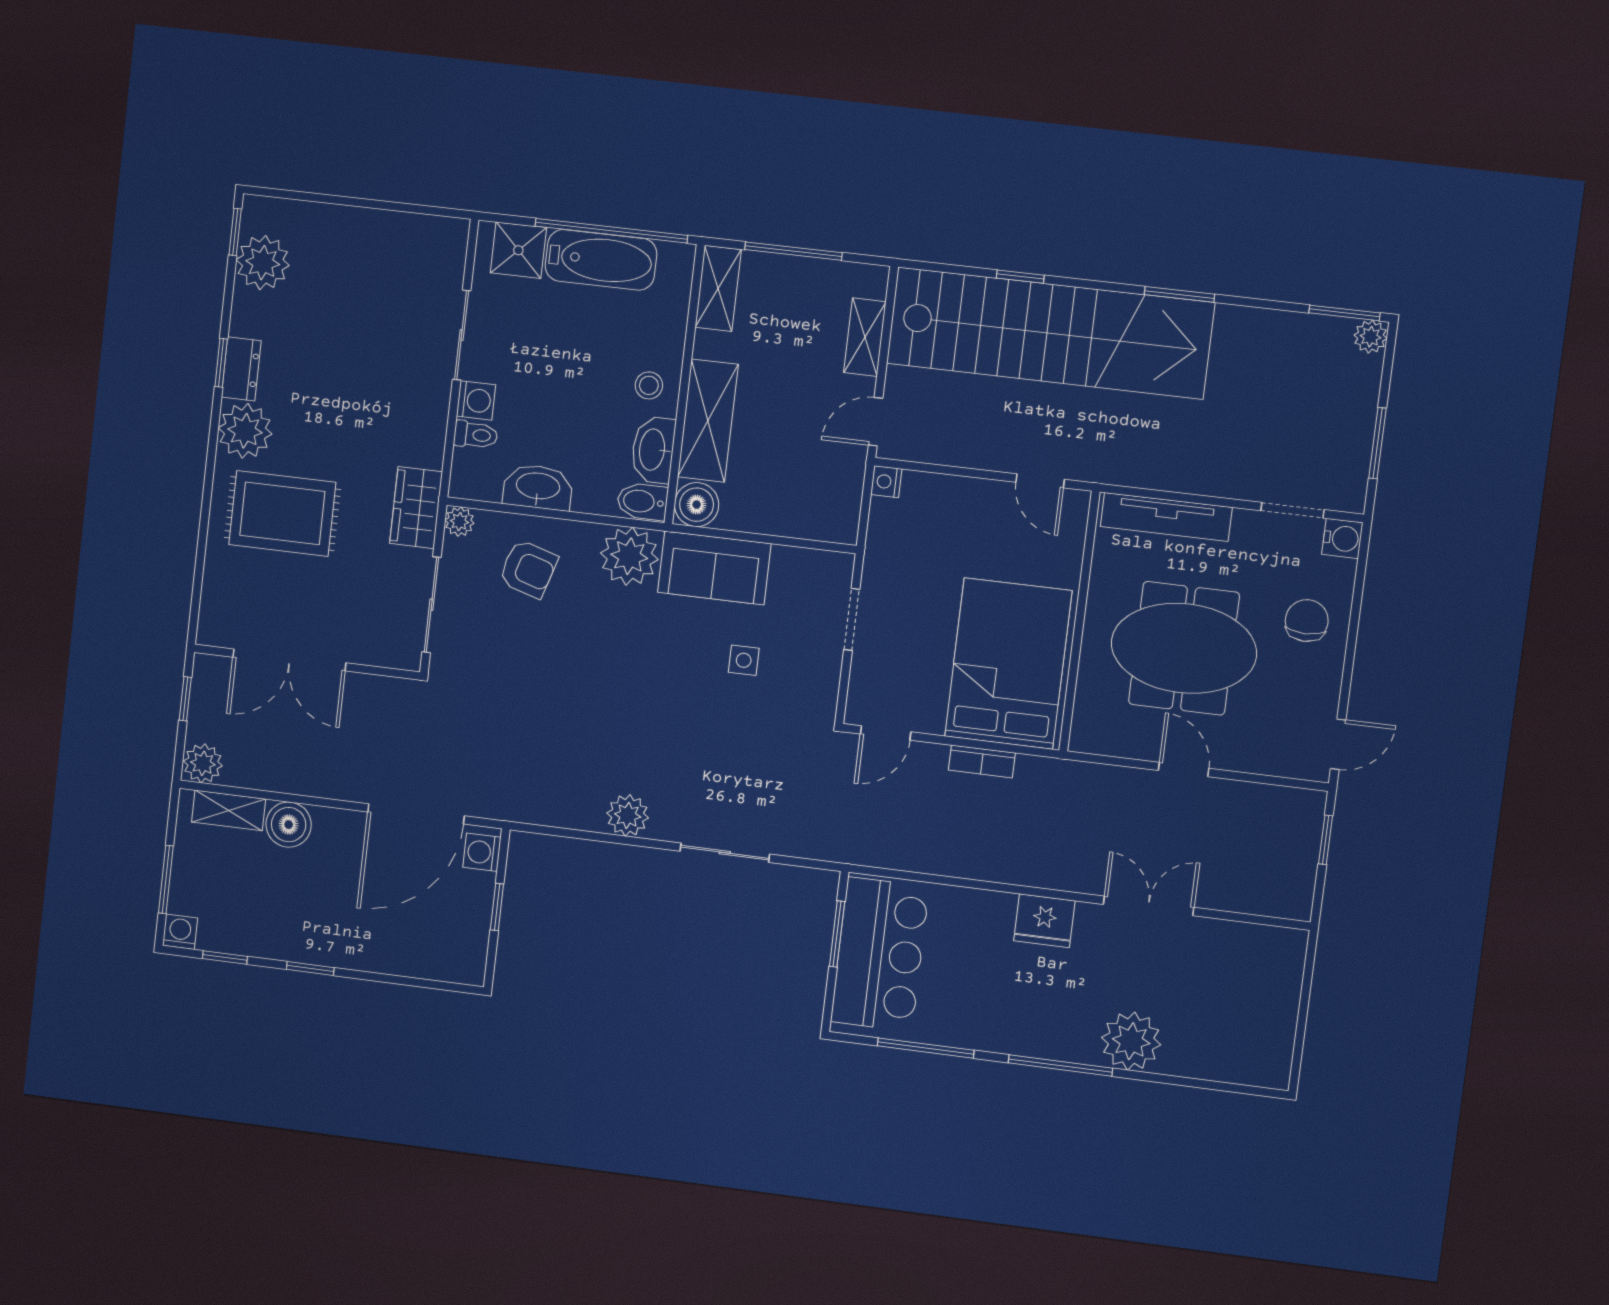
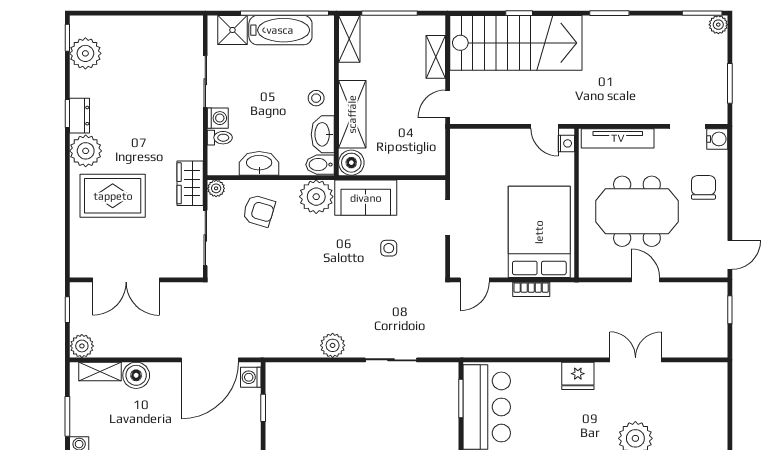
stairs: (1050, 333) -> (516, 43), width x0.73
nightstand: (886, 482) -> (566, 143), moved, turned 180

